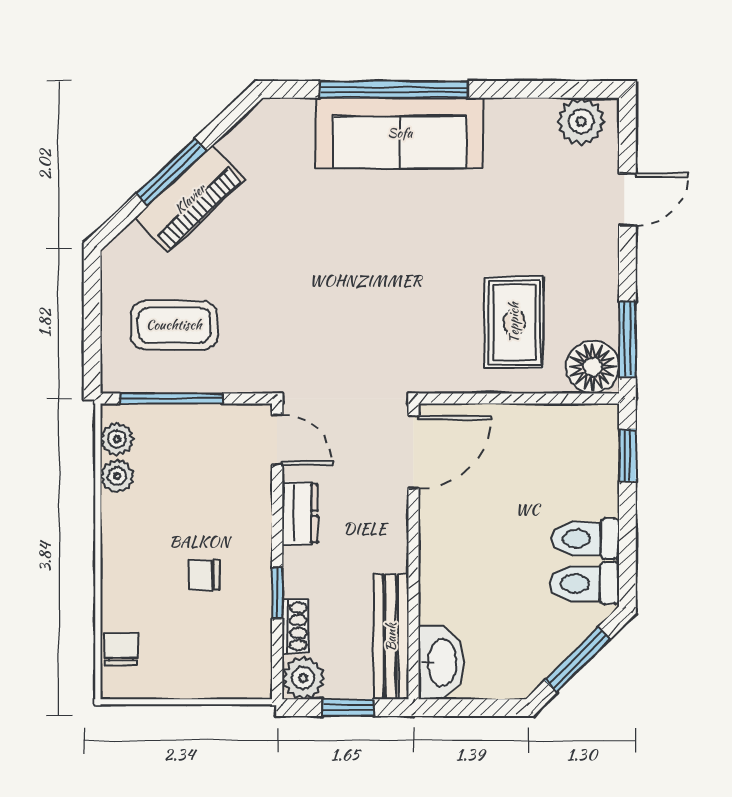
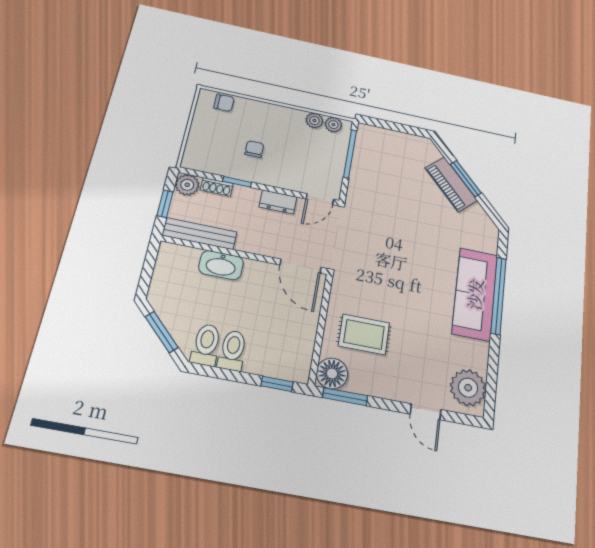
plant: (581, 121) -> (468, 388), width x1.36, depth x1.36
coffee table: (174, 325) -> (388, 163), removed
washbasin: (441, 663) -> (221, 265), moved

